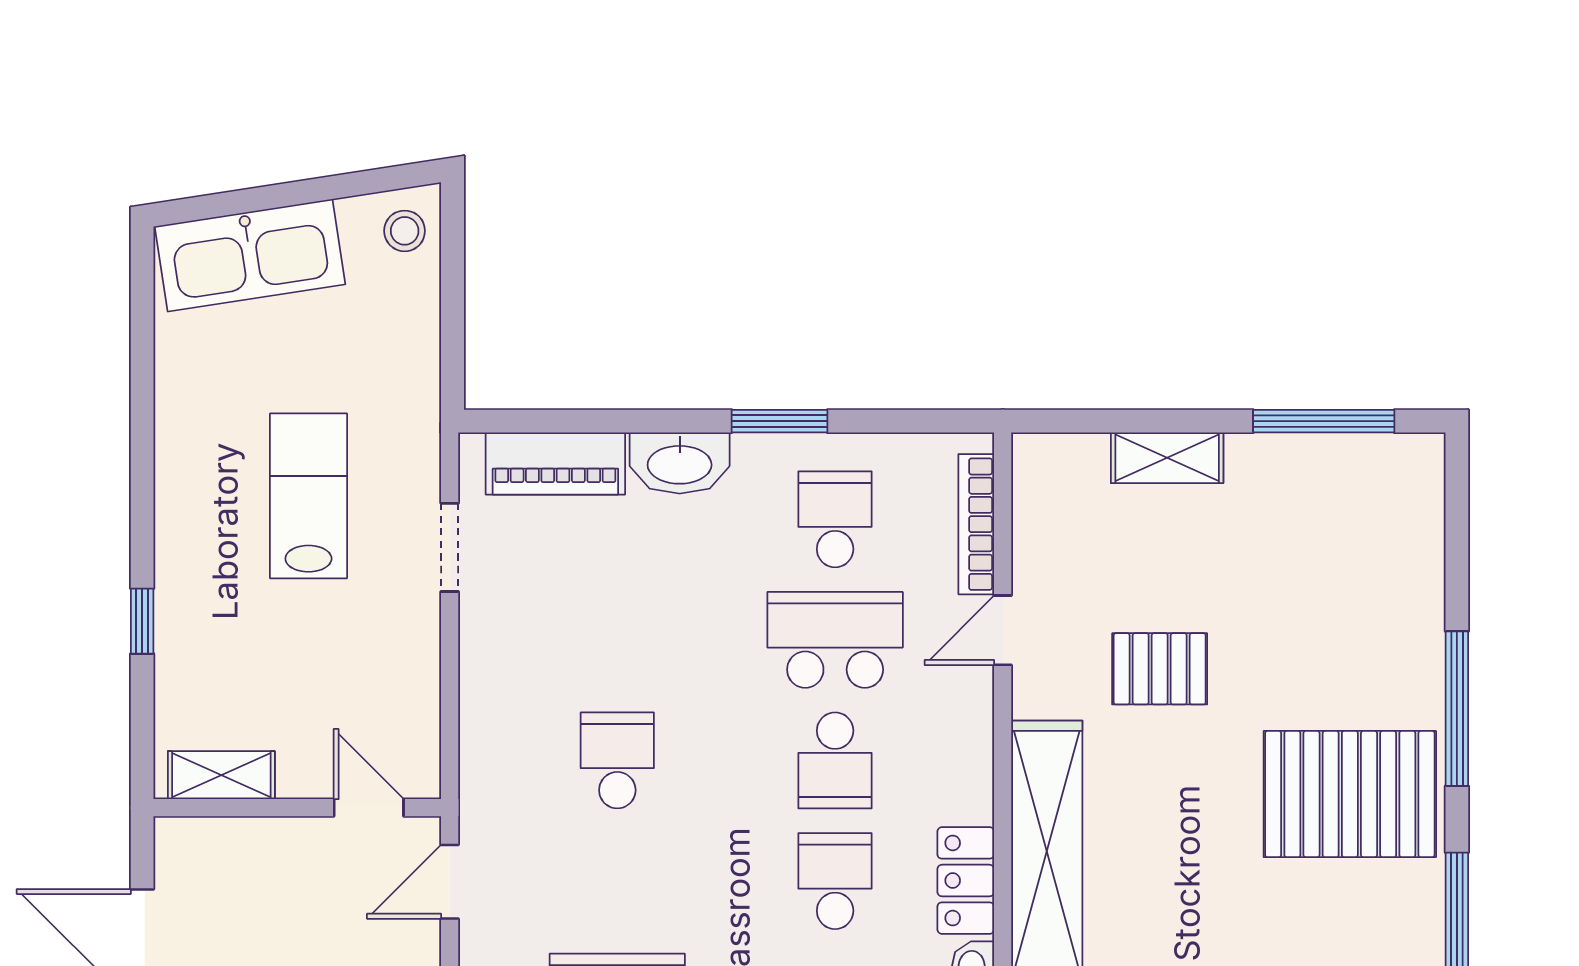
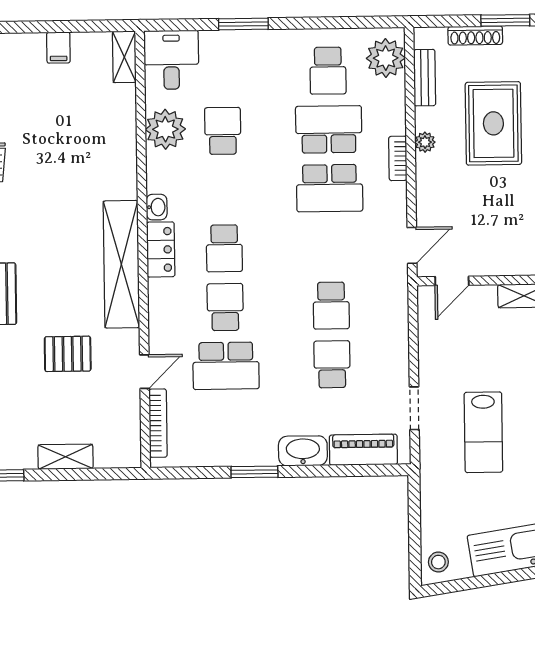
school desk: (835, 519) -> (332, 364), moved, turned 180
door: (369, 808) -> (452, 281), hinge flipped

